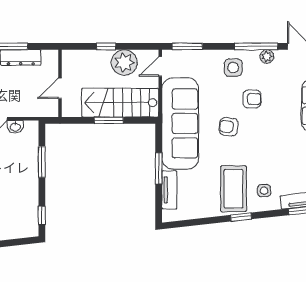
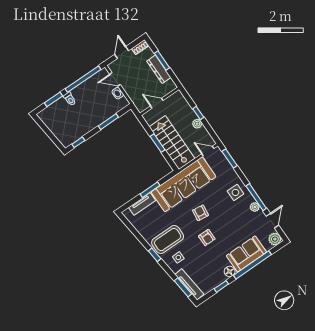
plant: (124, 63) -> (197, 124), width x0.53, depth x0.53
armchair: (252, 99) -> (207, 238), moved

